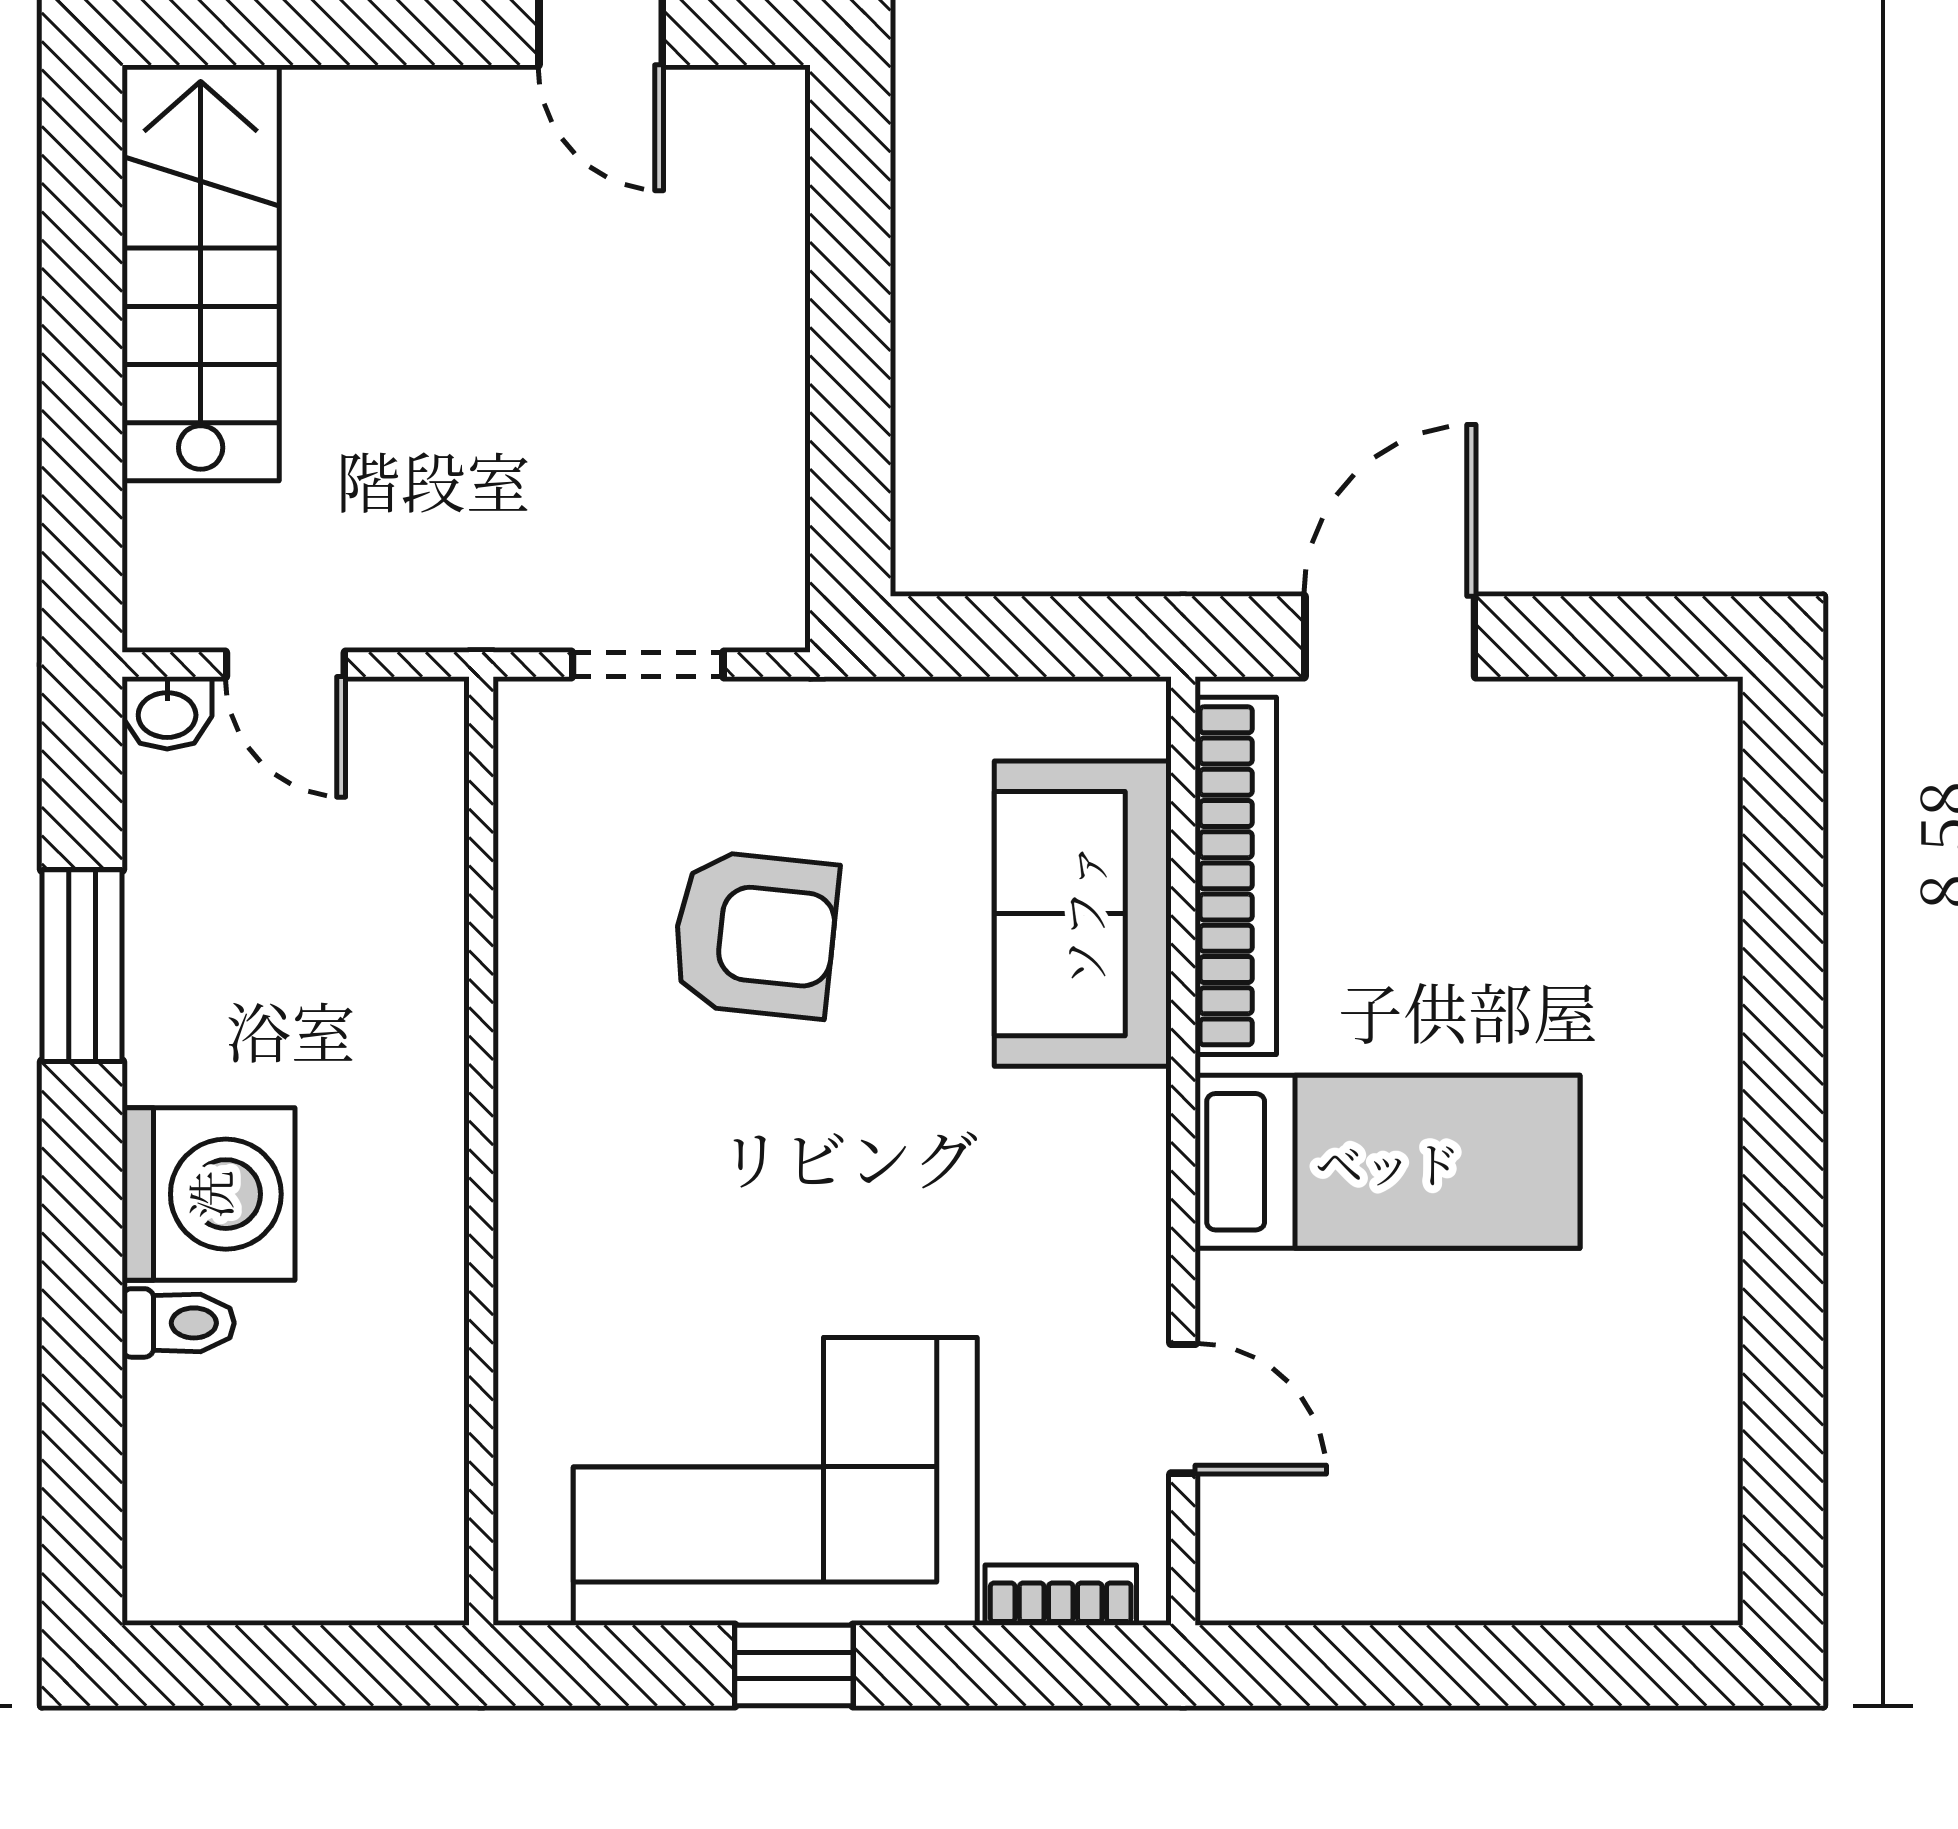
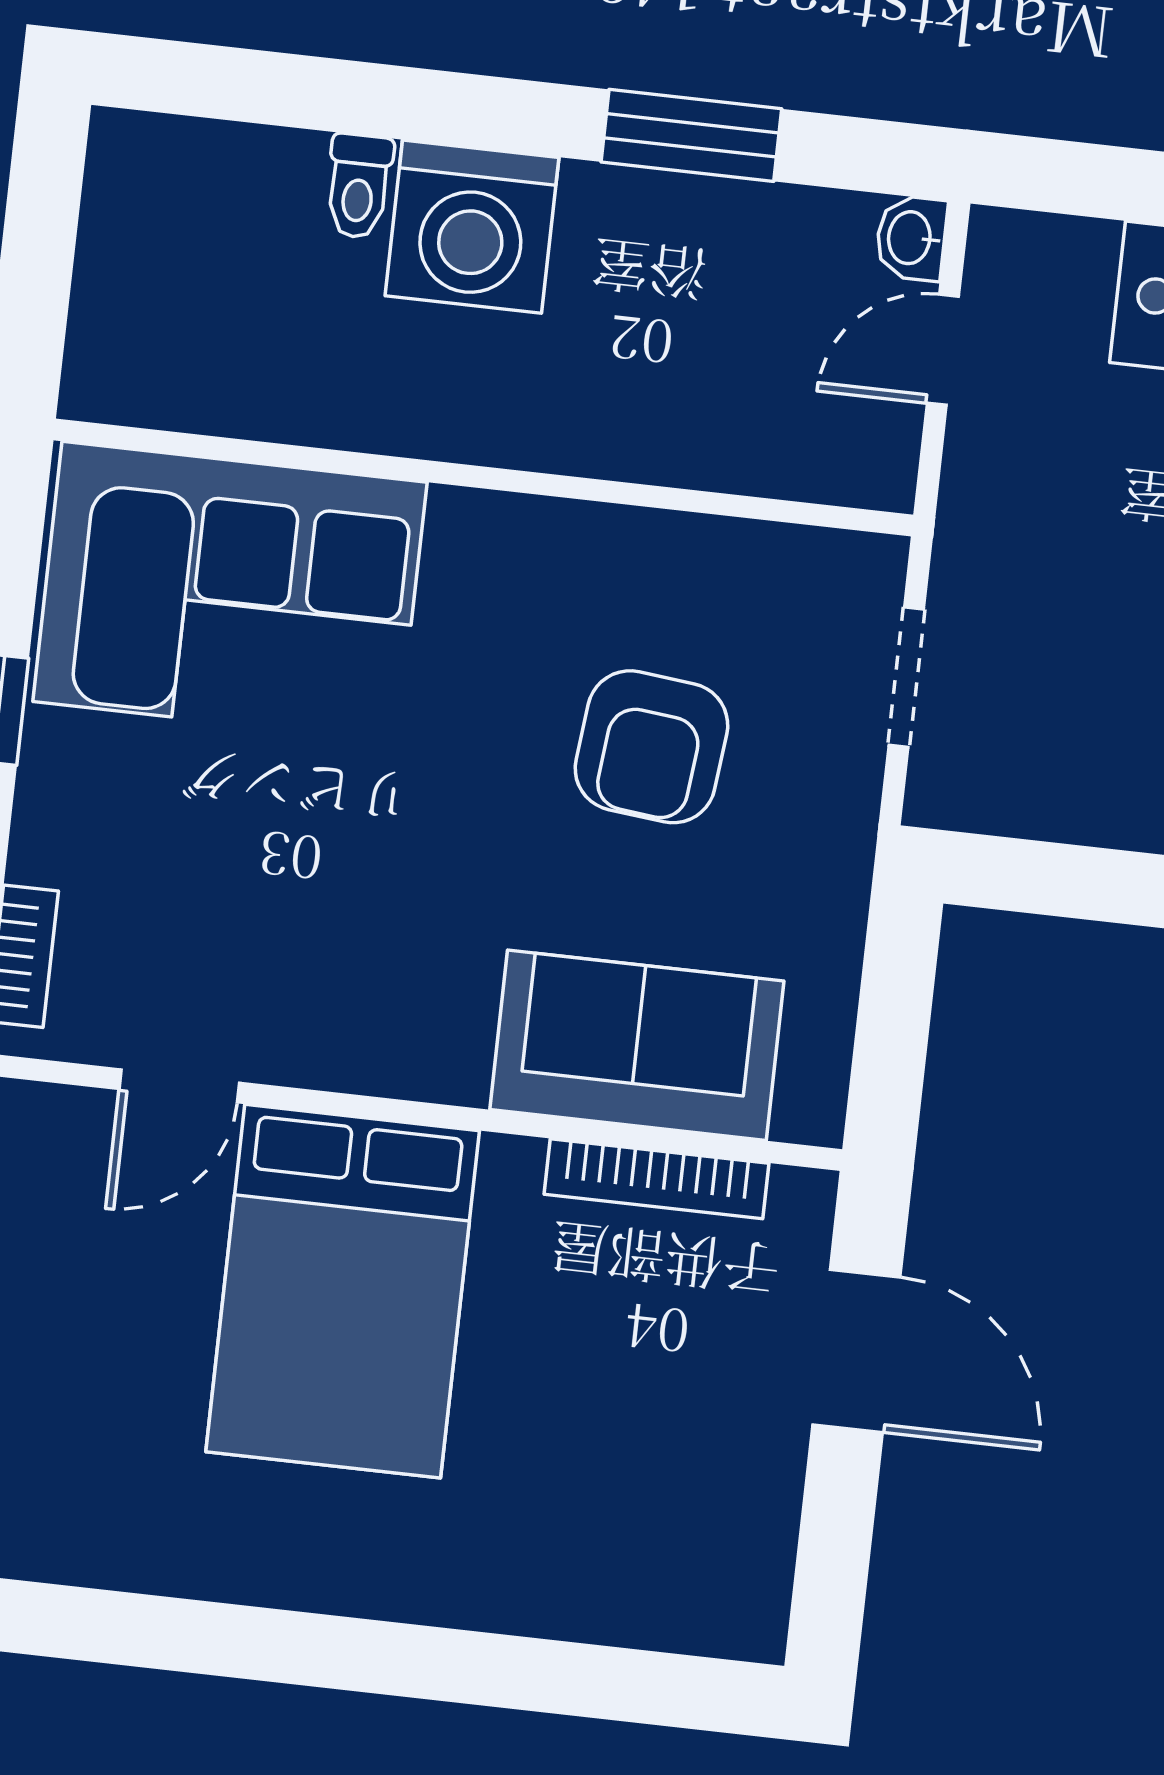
bookcase: (1236, 876) -> (657, 1179), width x0.68, depth x0.76
bed: (1388, 1162) -> (343, 1291), width x1.50
corner sofa: (775, 1481) -> (230, 592), moved, turned 90

